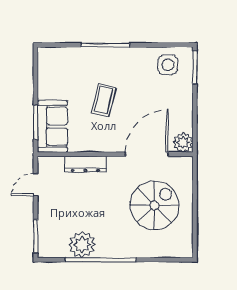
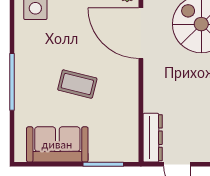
sofa: (52, 126) -> (57, 144), moved
dresser: (85, 164) -> (153, 138), moved

